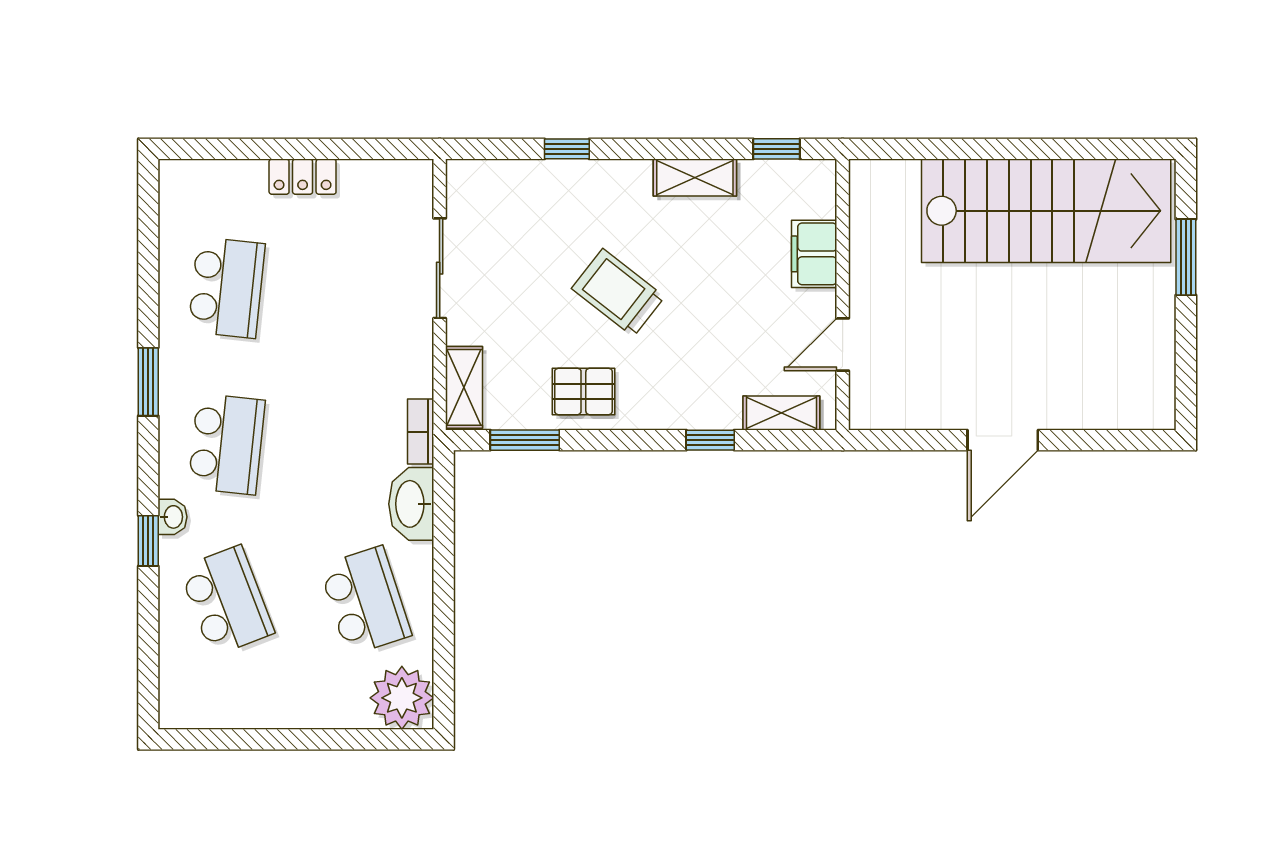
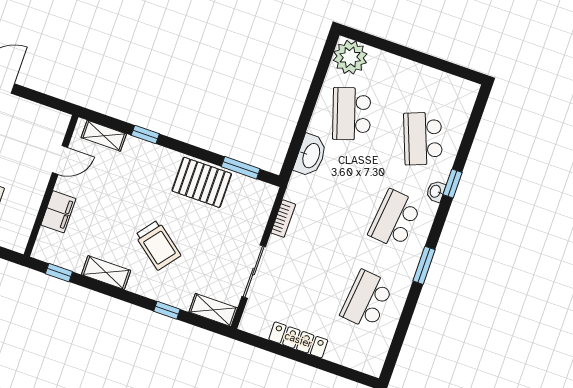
locker: (303, 177) -> (298, 340), width x1.53
trolley: (618, 293) -> (158, 245), moved
shelving: (464, 387) -> (213, 310), moved, turned 90
pallet: (583, 391) -> (202, 182), width x1.50, depth x1.42
bookcase: (421, 432) -> (283, 219), moved

